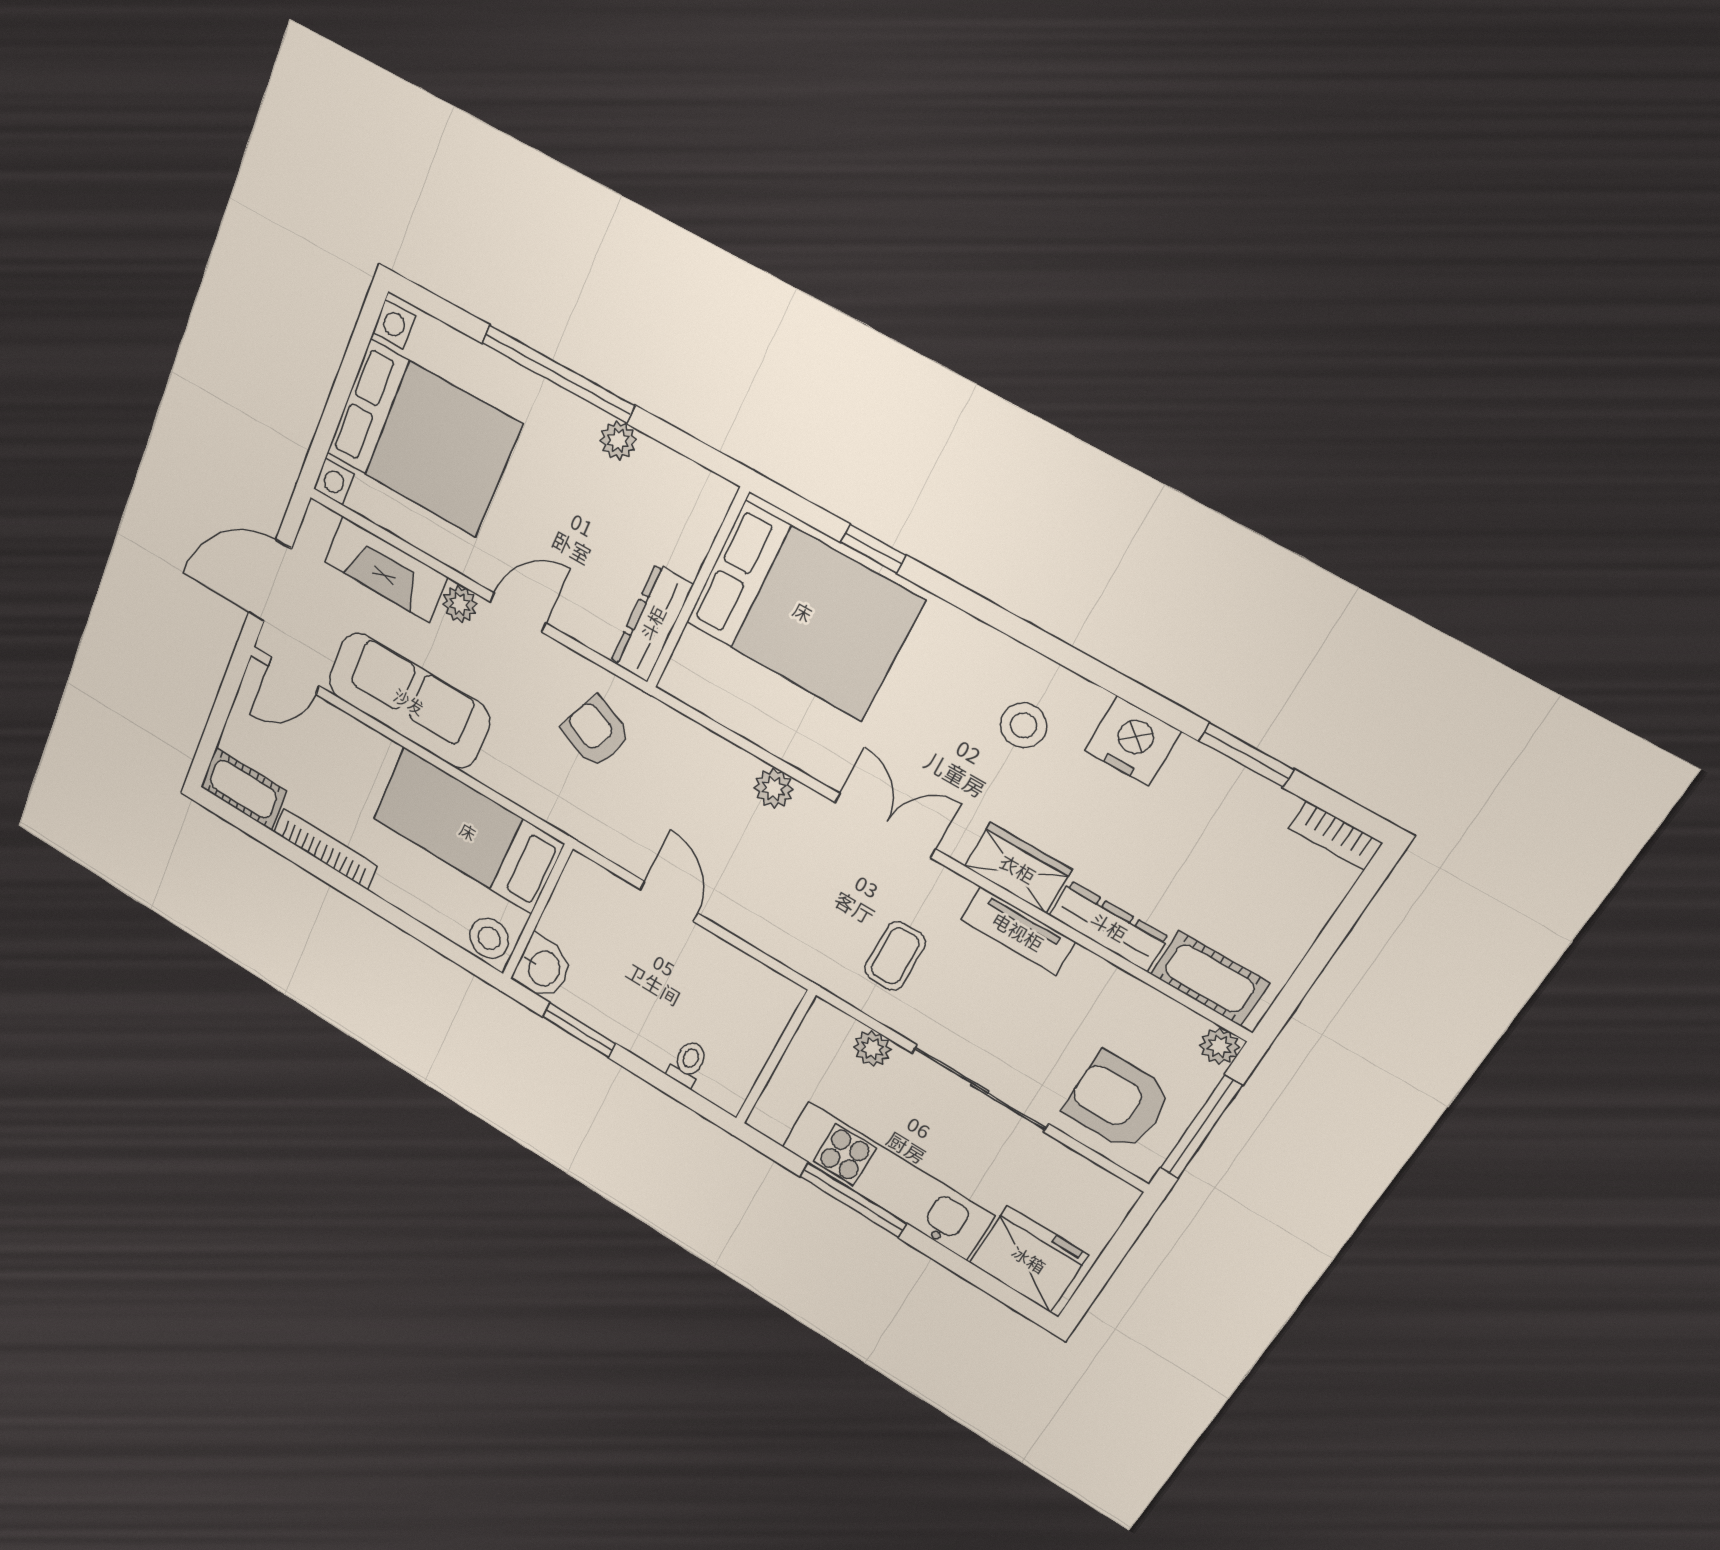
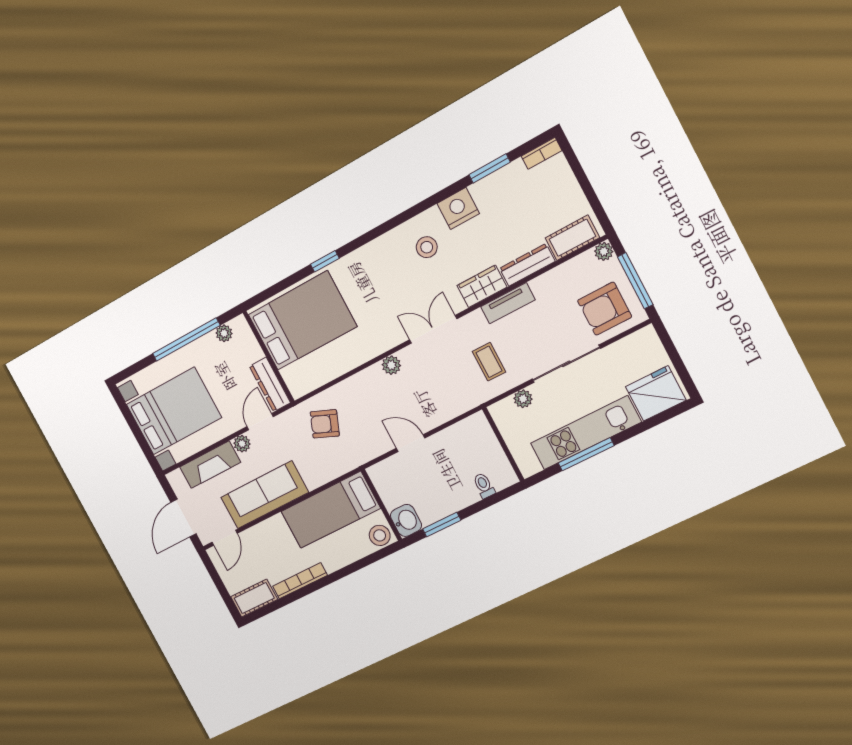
wall: (697, 589) -> (269, 357), moved
bed: (803, 611) -> (302, 321), moved
dresser: (652, 623) -> (270, 384), moved

